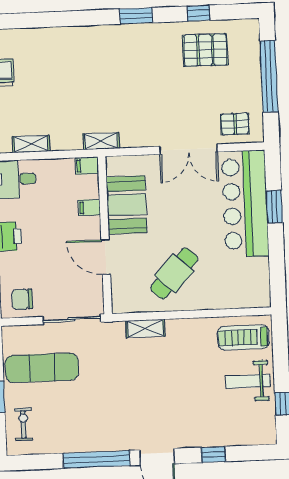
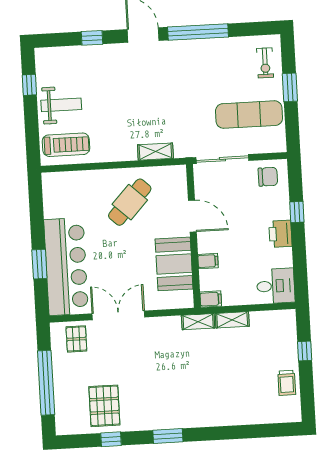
pallet: (205, 50) -> (104, 406), turned 90
pallet: (235, 124) -> (76, 339), turned 90
shelving: (31, 144) -> (232, 320), moved

